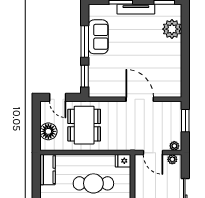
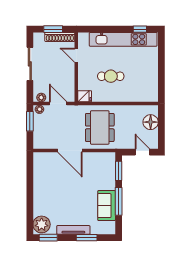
plant: (172, 29) -> (42, 224), moved
window: (185, 121) -> (30, 121), moved
dining table: (84, 125) -> (100, 127), moved
kitchen counter: (47, 170) -> (151, 88), removed
cafe table: (93, 183) -> (111, 76), width x0.73, depth x0.74

